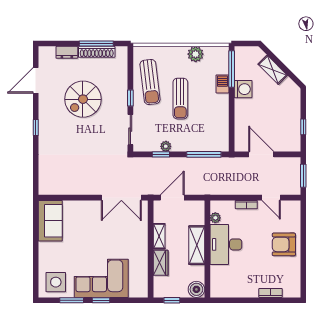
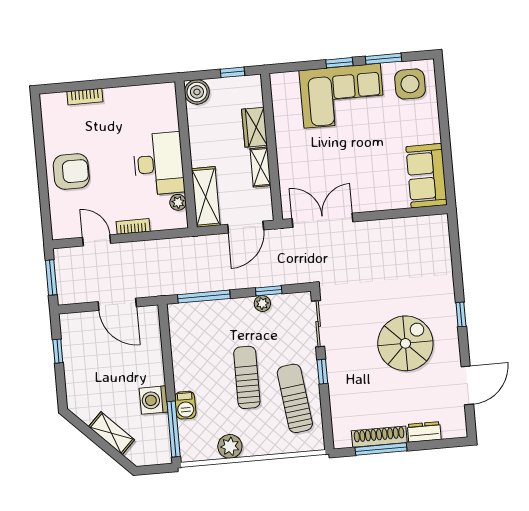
spiral stairs: (83, 99) -> (405, 343), moved
shelving: (197, 245) -> (206, 197), moved

